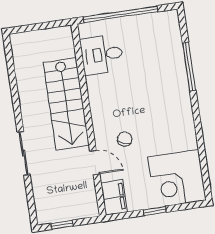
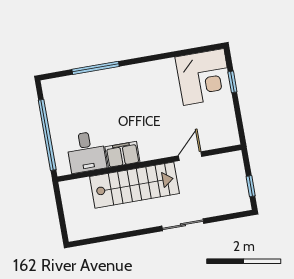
chair: (125, 139) -> (167, 128), removed
filing cabinet: (114, 197) -> (122, 154), moved
window: (155, 211) -> (232, 82), moved

